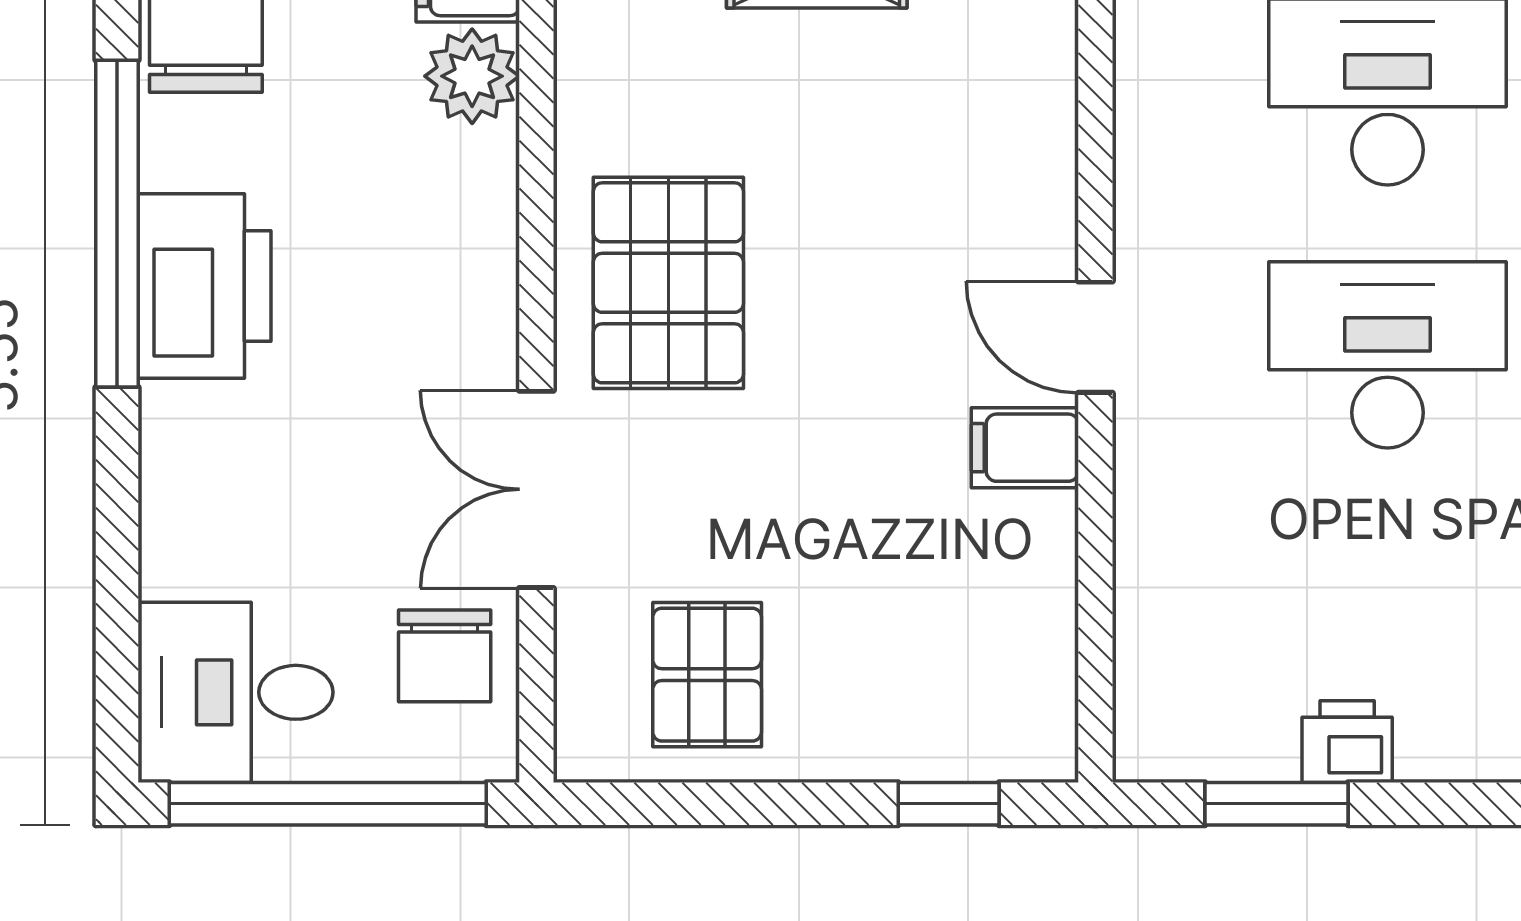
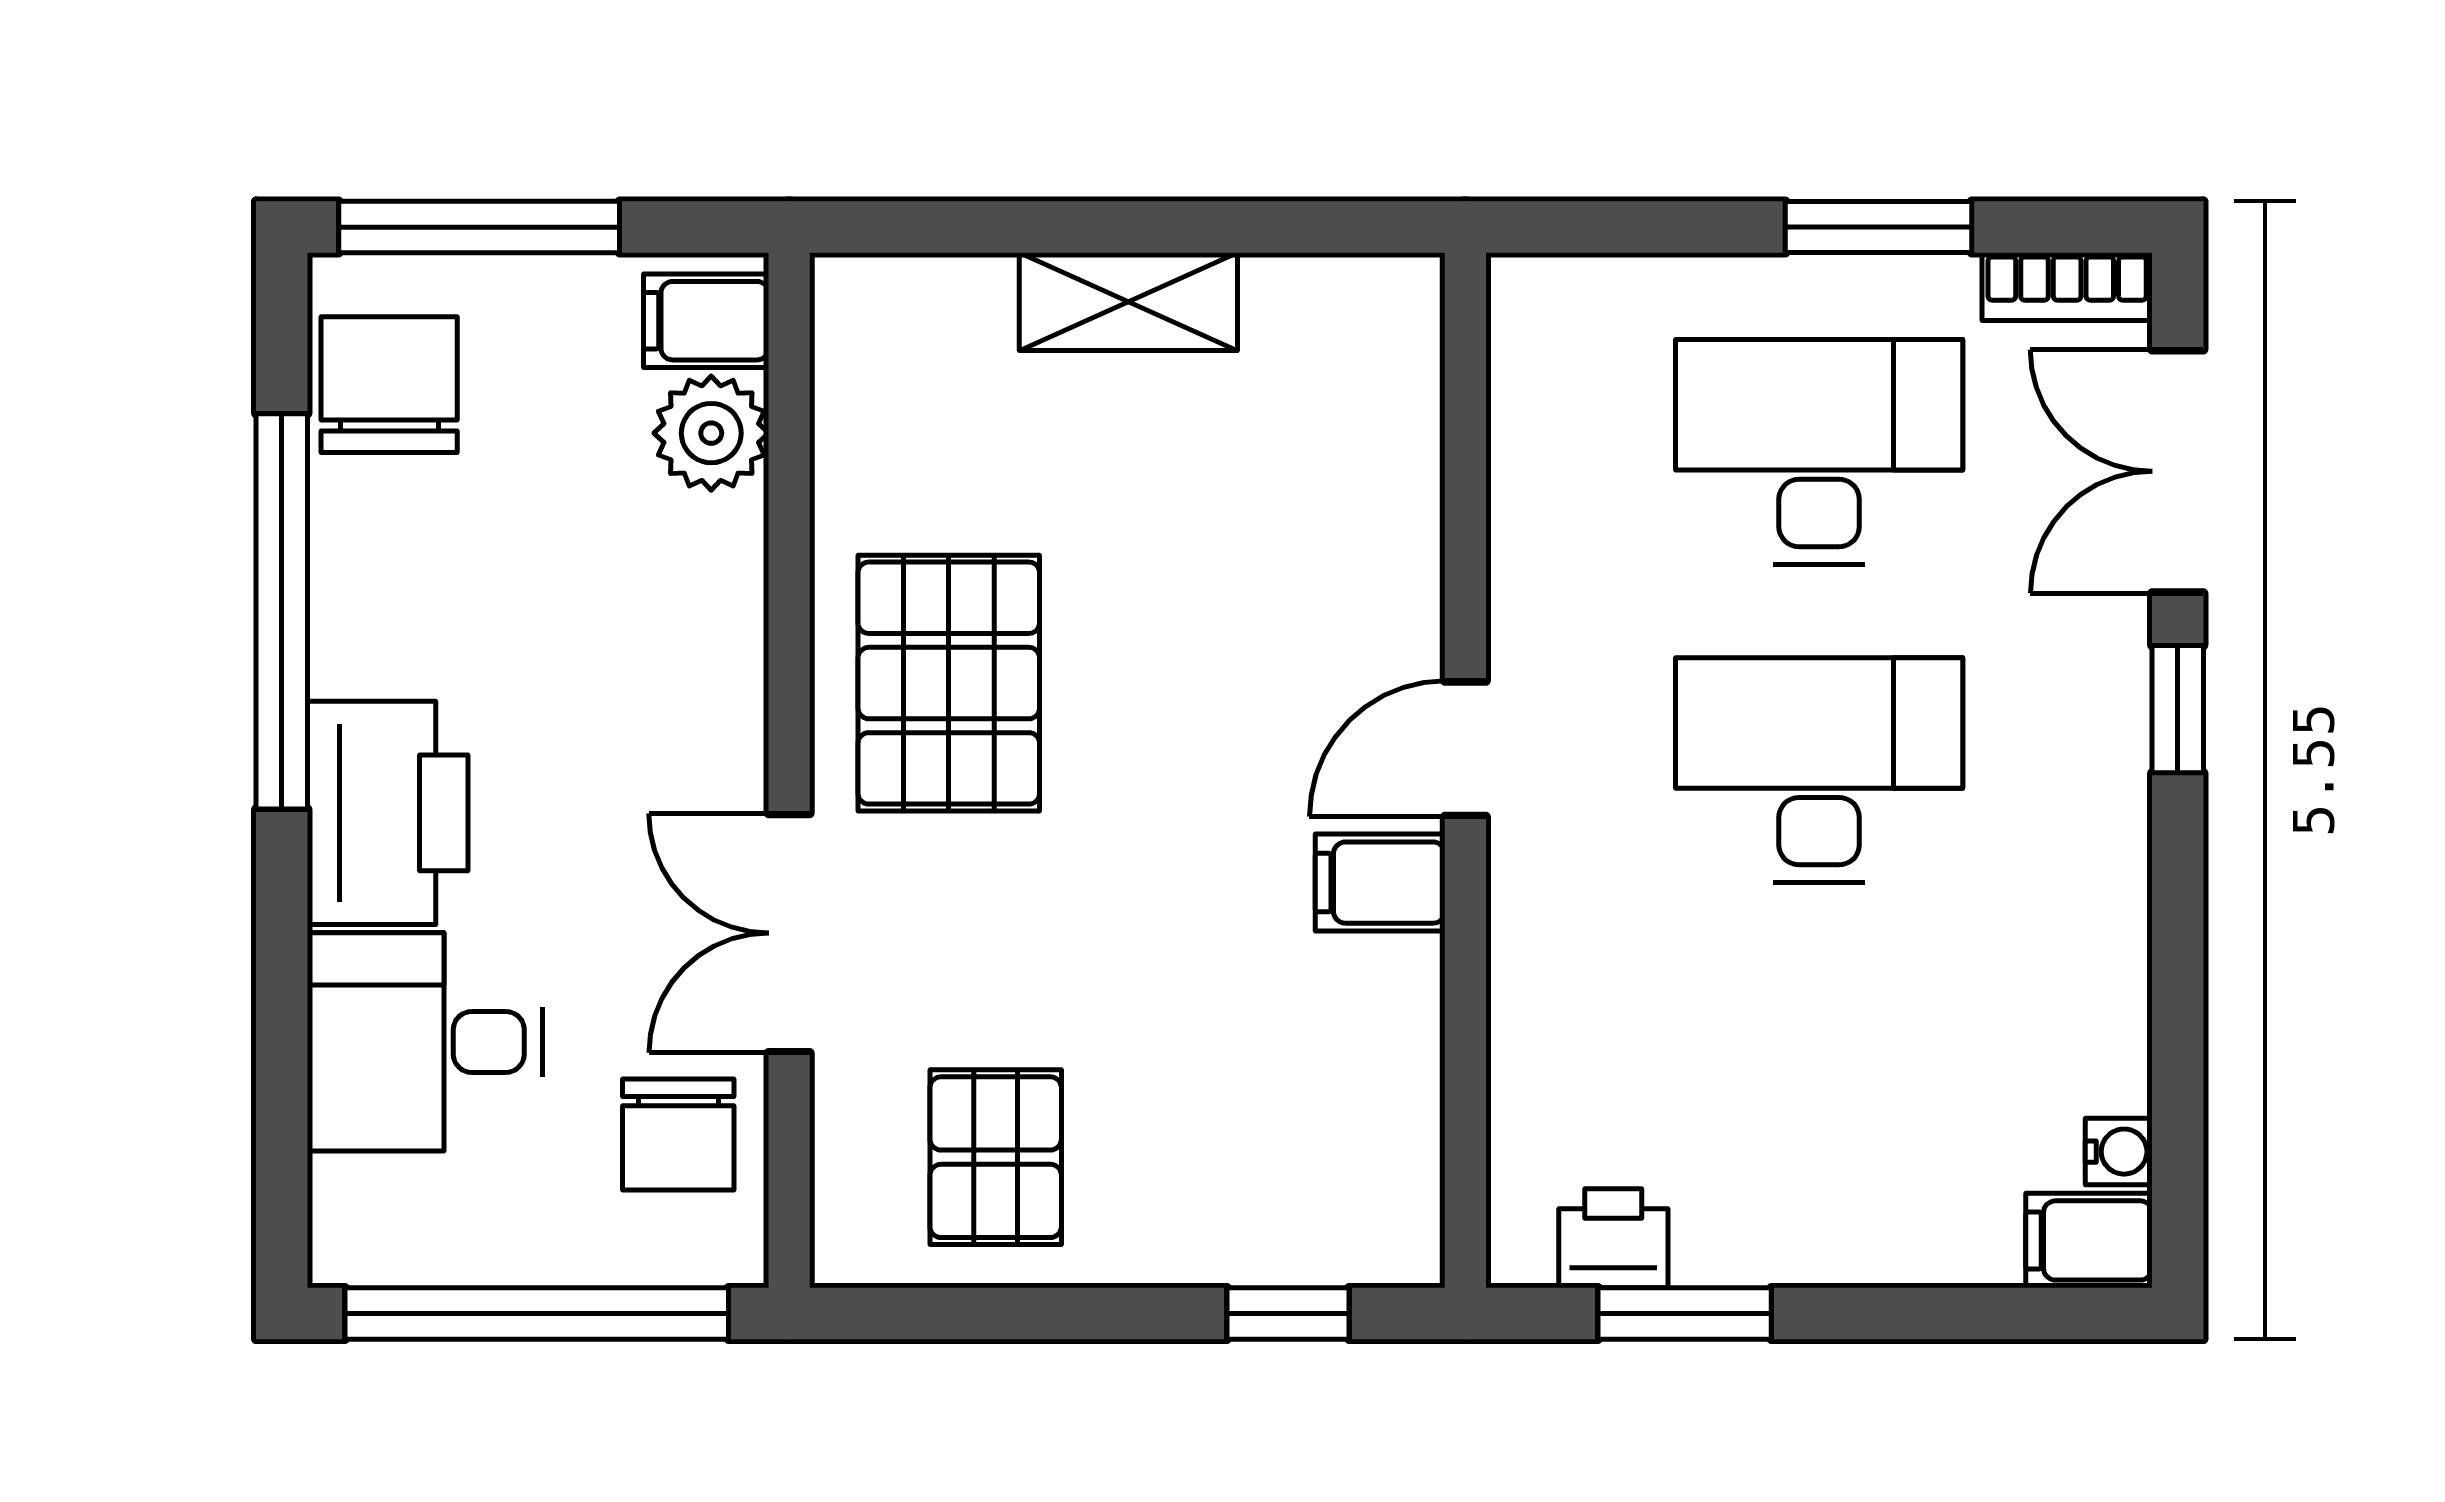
printer: (205, 286) -> (388, 813), moved
door: (1095, 337) -> (1465, 749), hinge flipped
desk: (236, 692) -> (425, 1042), moved
printer: (1347, 742) -> (1613, 1238), moved

